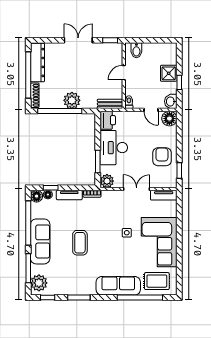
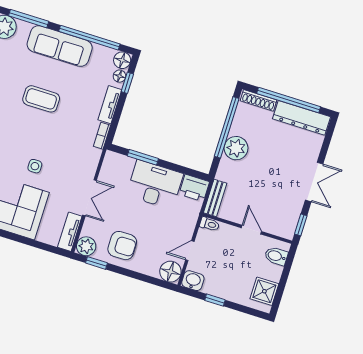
shower: (169, 73) -> (264, 291), moved
plant: (107, 181) -> (86, 246), moved

